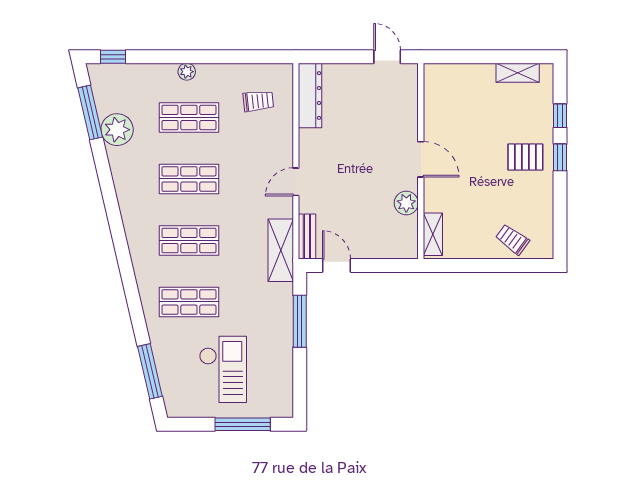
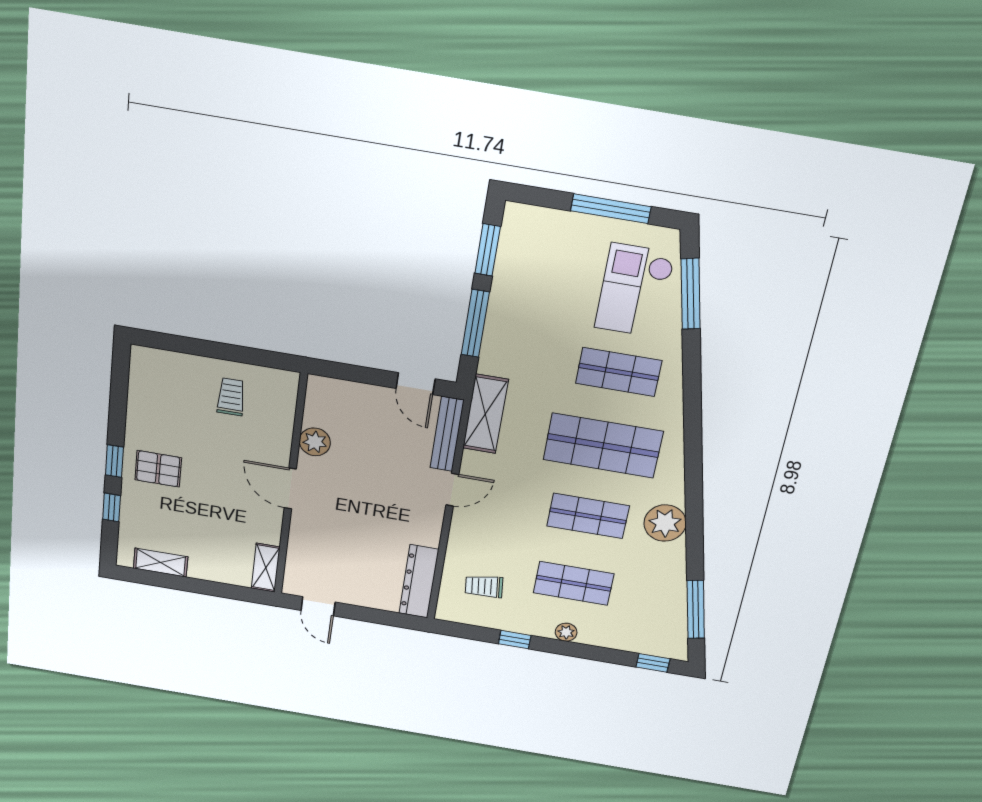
window: (226, 57) -> (515, 640), added
plant: (117, 130) -> (665, 523), moved
shelving: (433, 234) -> (266, 568), moved
bench: (307, 236) -> (447, 434), width x1.36
trolley: (512, 239) -> (231, 397), moved, turned -126
shop shelf: (189, 240) -> (603, 446), width x1.43, depth x1.36
checkout: (223, 369) -> (635, 290), moved
window: (300, 379) -> (488, 250), added
window: (243, 424) -> (611, 209), moved

